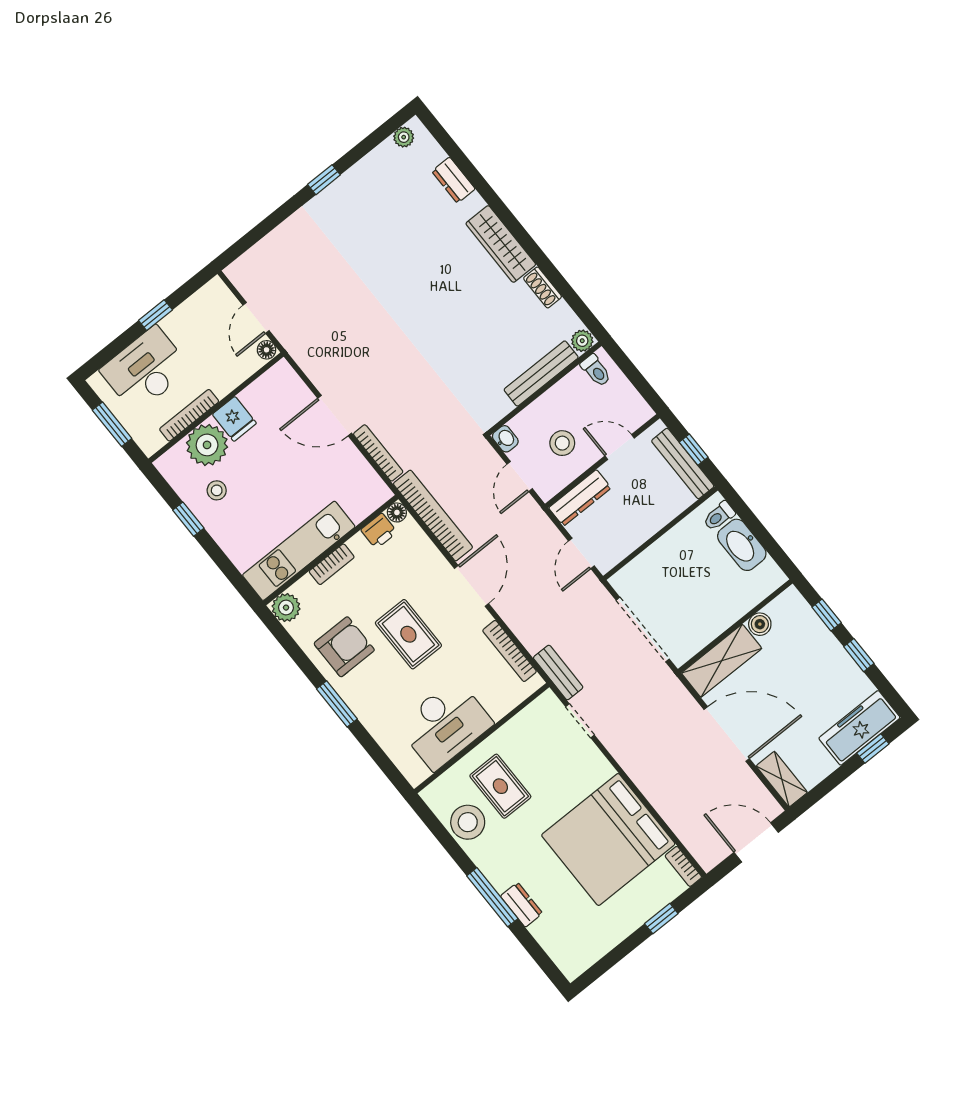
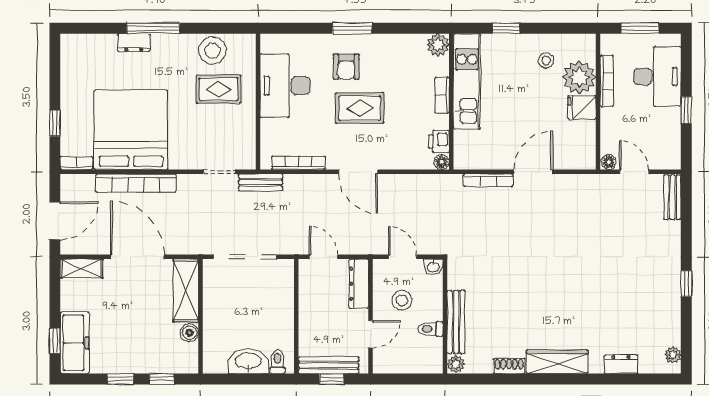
bench: (251, 261) -> (672, 197), added
toilet: (596, 370) -> (430, 329), moved
bookcase: (433, 516) -> (136, 183), moved
window: (188, 519) -> (506, 28), moved
armchair: (344, 647) -> (346, 67), moved, width x0.72, depth x0.72
door: (727, 734) -> (137, 257), swing flipped

